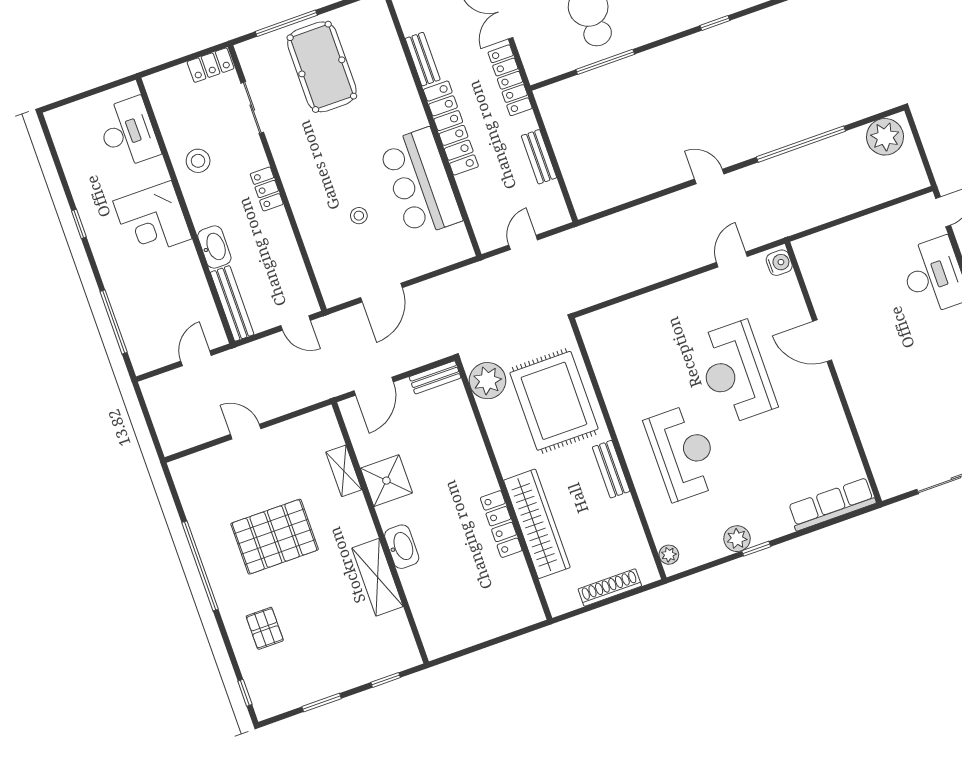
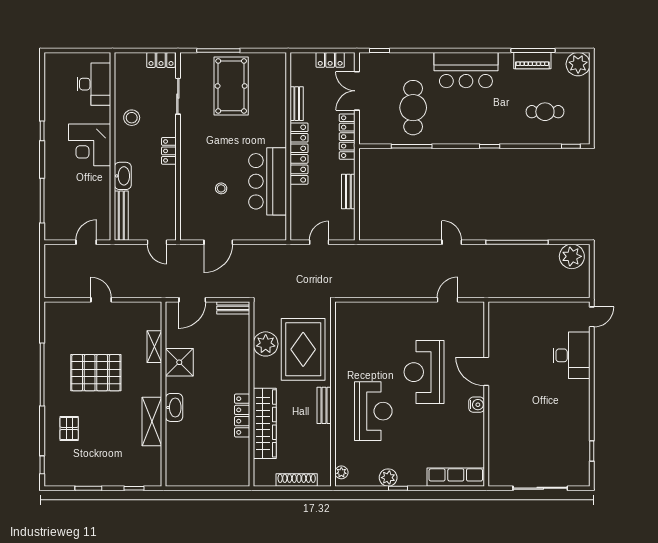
water cooler: (779, 263) -> (477, 405), moved
plant: (487, 381) -> (266, 344), moved

